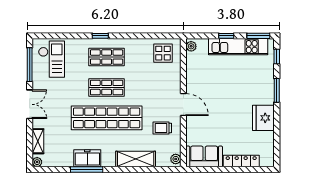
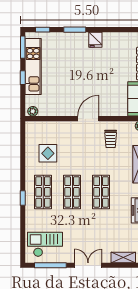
display table: (163, 53) -> (48, 153), moved
shop shelf: (107, 118) -> (101, 192), width x0.50, depth x0.74
fridge: (263, 118) -> (95, 40), width x0.53, depth x0.75

